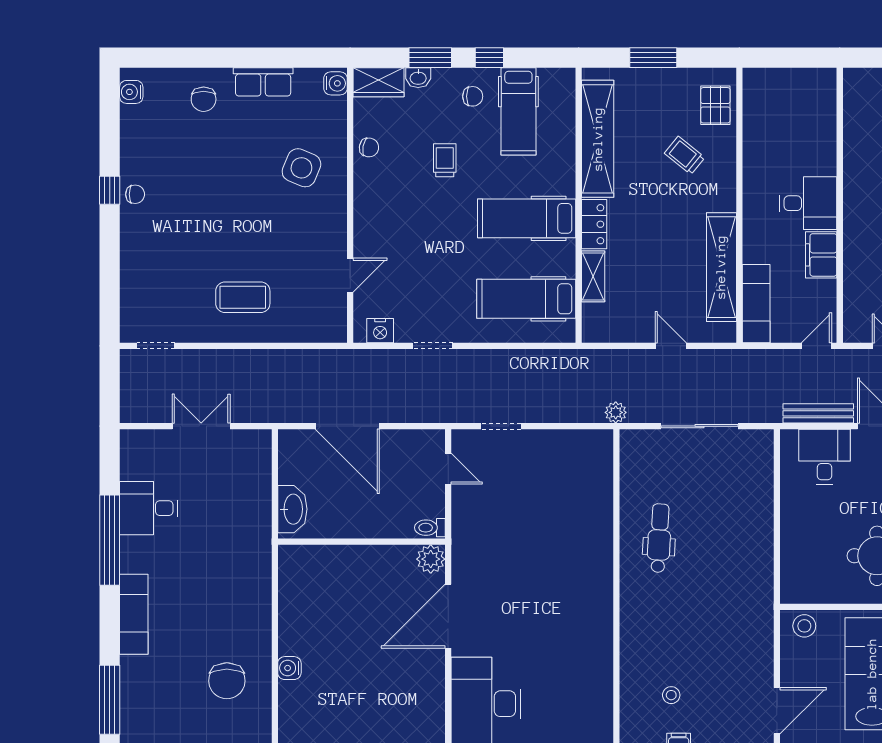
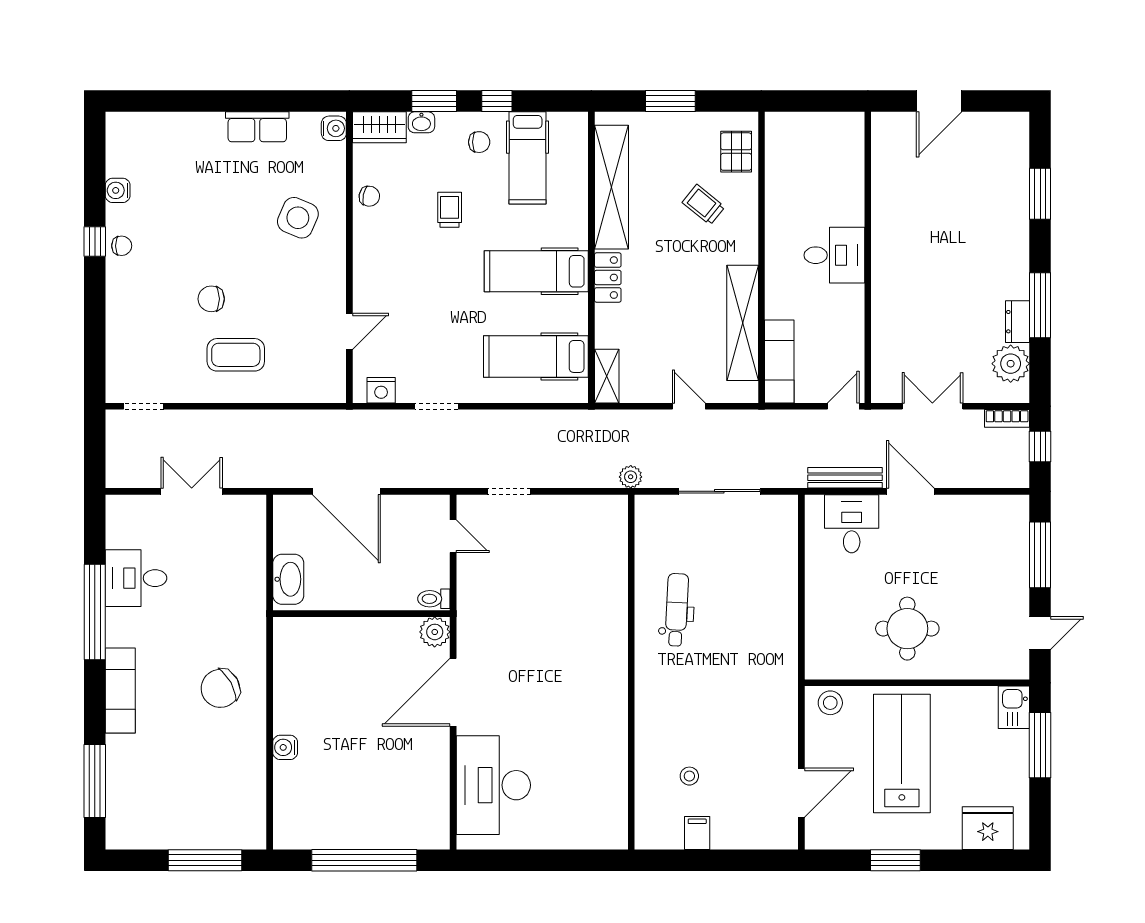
water cooler: (131, 92) -> (118, 190), moved
chair: (204, 99) -> (211, 299), moved, turned 90
filing cabinet: (821, 255) -> (848, 310), removed
shelving: (593, 276) -> (607, 376), moved
chair: (227, 681) -> (220, 688), moved, turned 61

